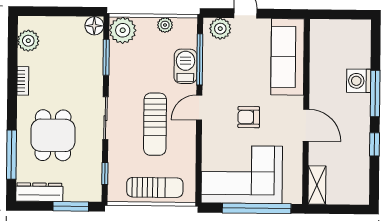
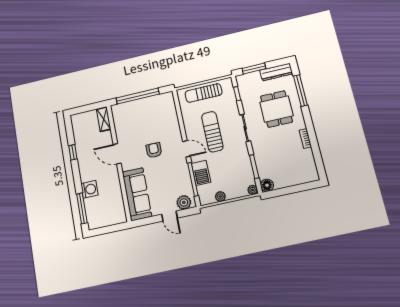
plant: (123, 30) -> (253, 190), width x0.53, depth x0.53
plant: (28, 41) -> (309, 165), removed
window: (375, 94) -> (82, 208), moved
door: (199, 108) -> (186, 149), hinge flipped
armchair: (249, 117) -> (154, 150), turned -90
corner sofa: (242, 175) -> (151, 114), removed

